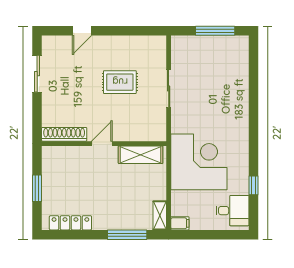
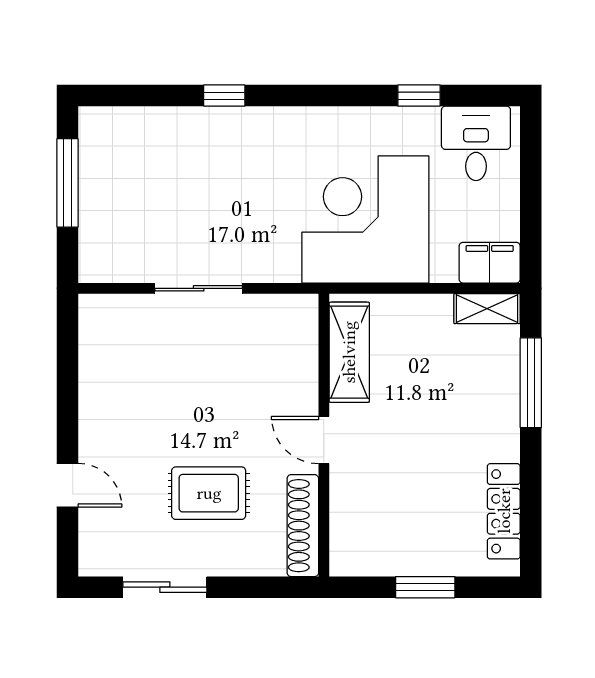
rug: (120, 82) -> (209, 493), moved, turned 90
window: (254, 100) -> (224, 96), added
filing cabinet: (180, 223) -> (490, 263), width x2.00

